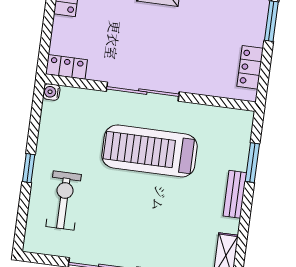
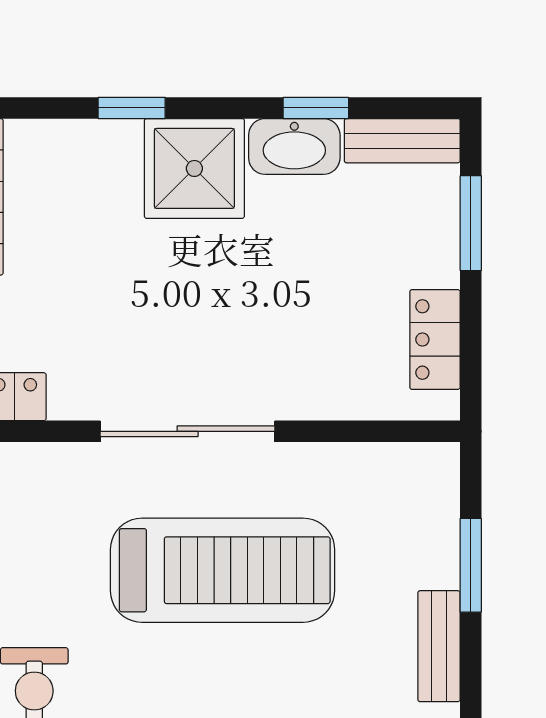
treadmill: (150, 151) -> (223, 570), turned 180

